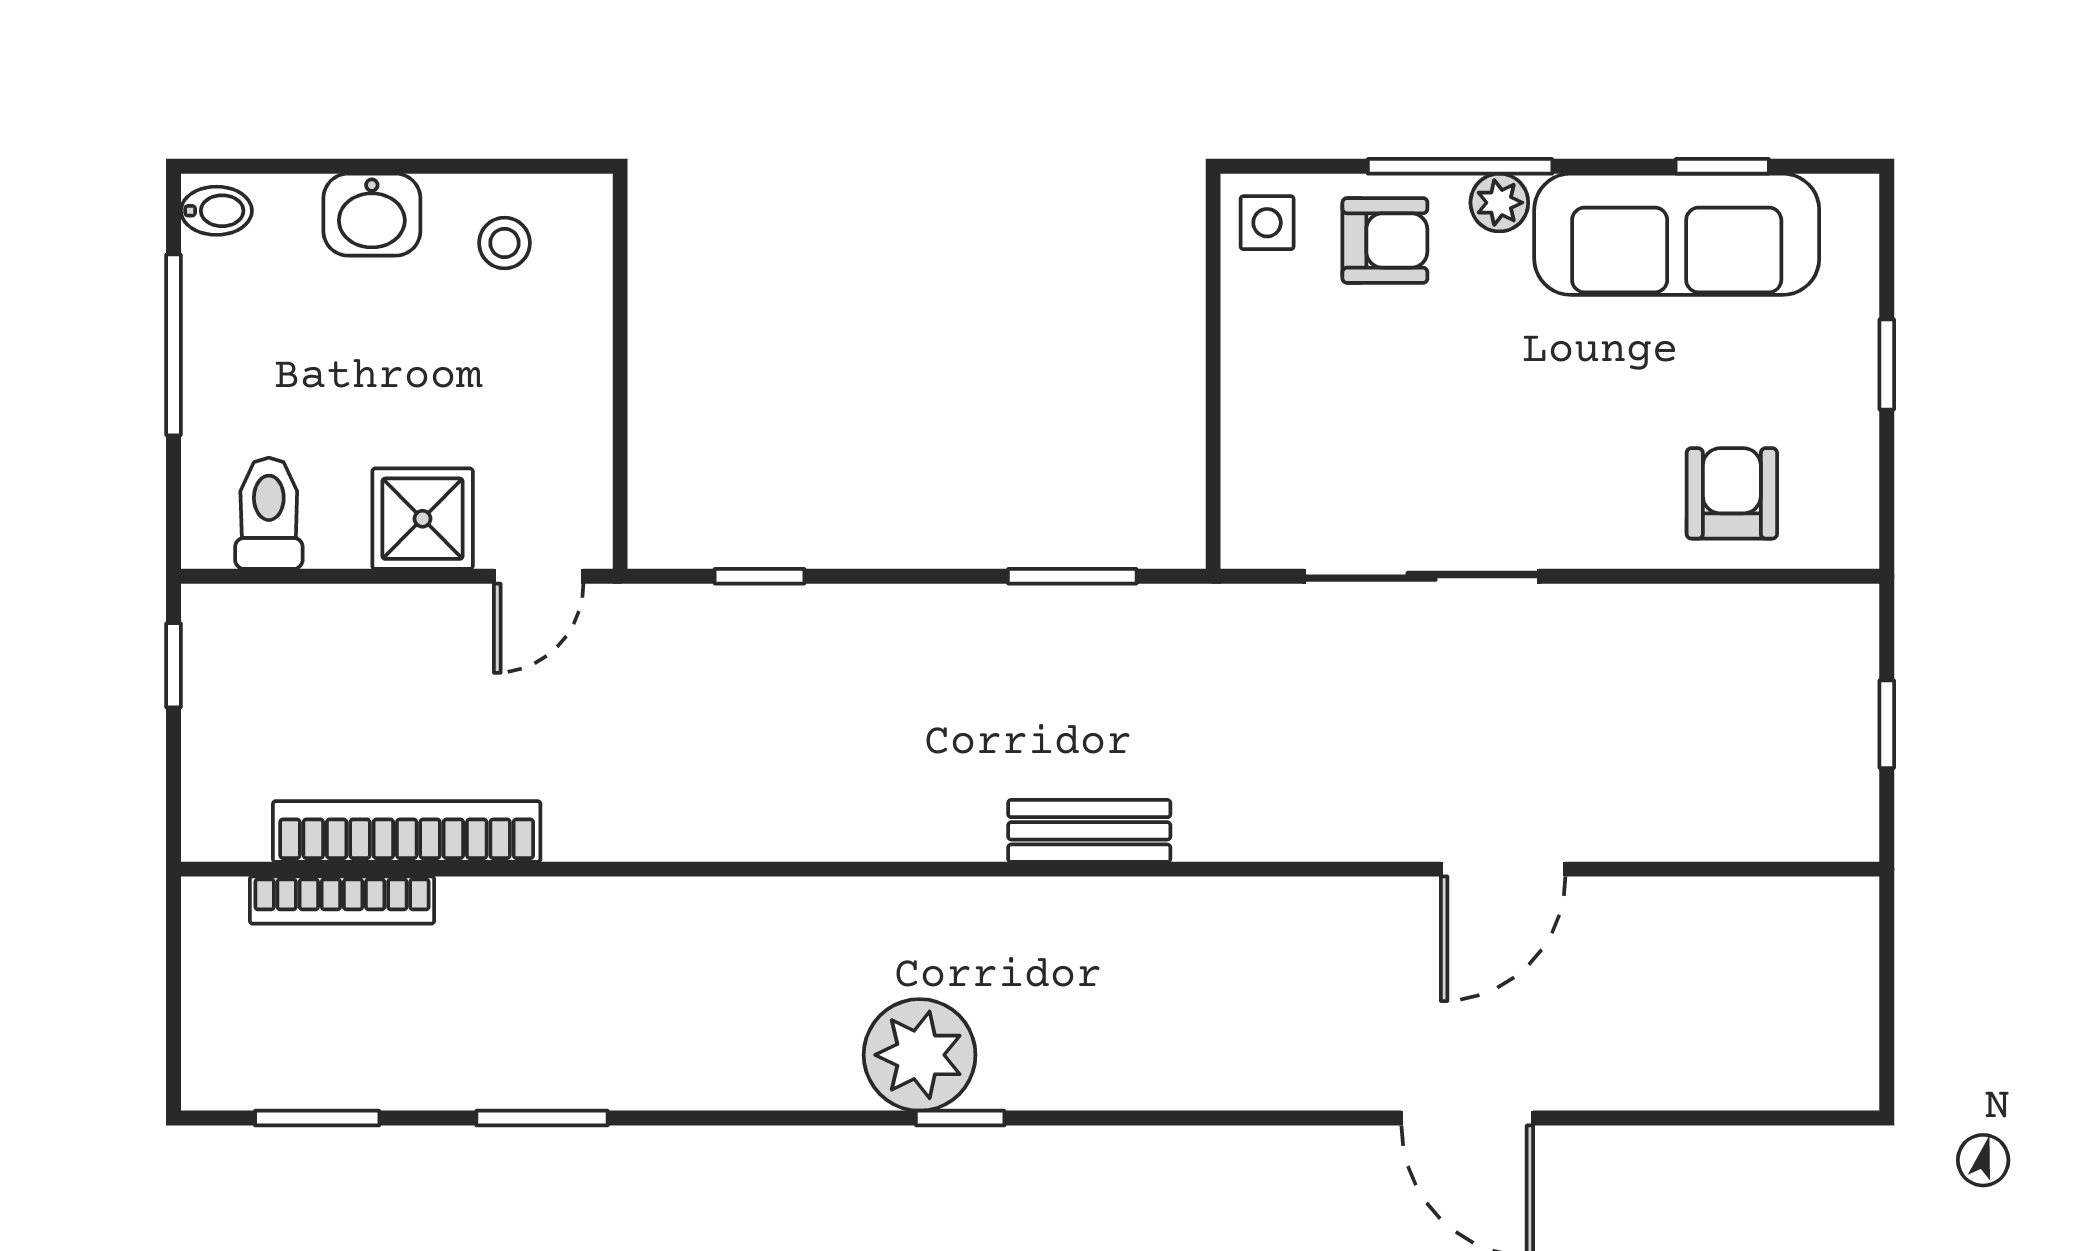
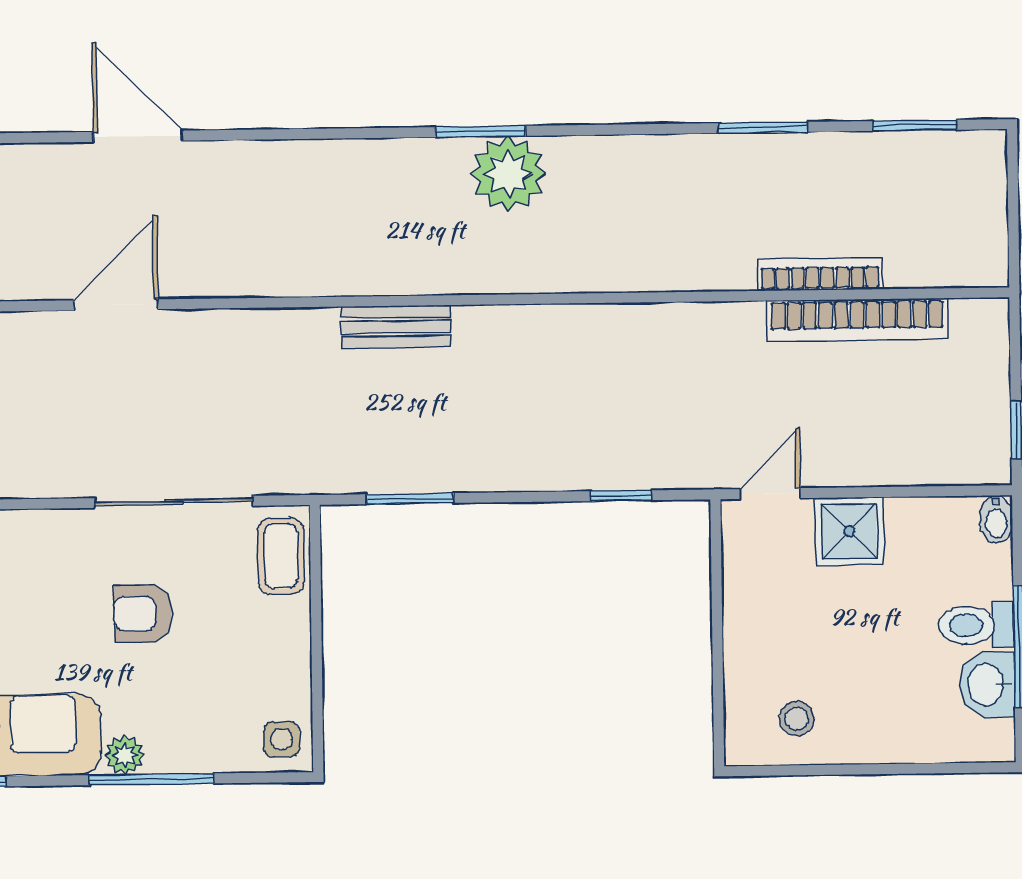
bidet: (216, 211) -> (996, 519), moved, turned -90
washbasin: (372, 215) -> (987, 685), moved, turned -90
armchair: (1385, 240) -> (143, 614), moved
coffee table: (1264, 494) -> (281, 556), added
toilet: (269, 513) -> (976, 625), moved, turned 90
bookcase: (342, 900) -> (820, 274), moved
window: (960, 1118) -> (480, 131), width x1.50

